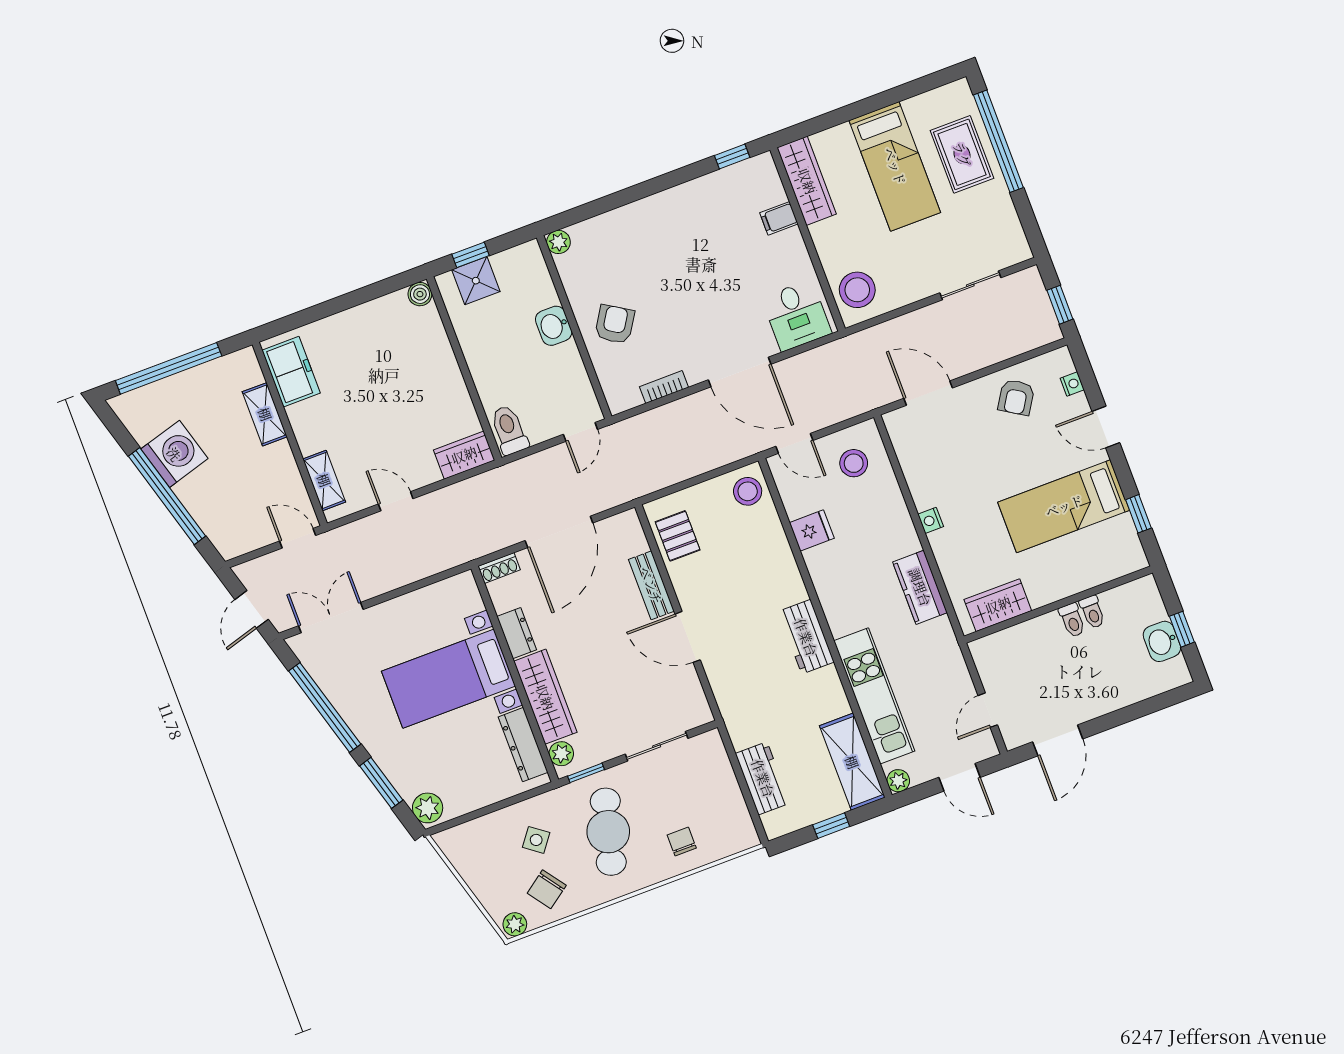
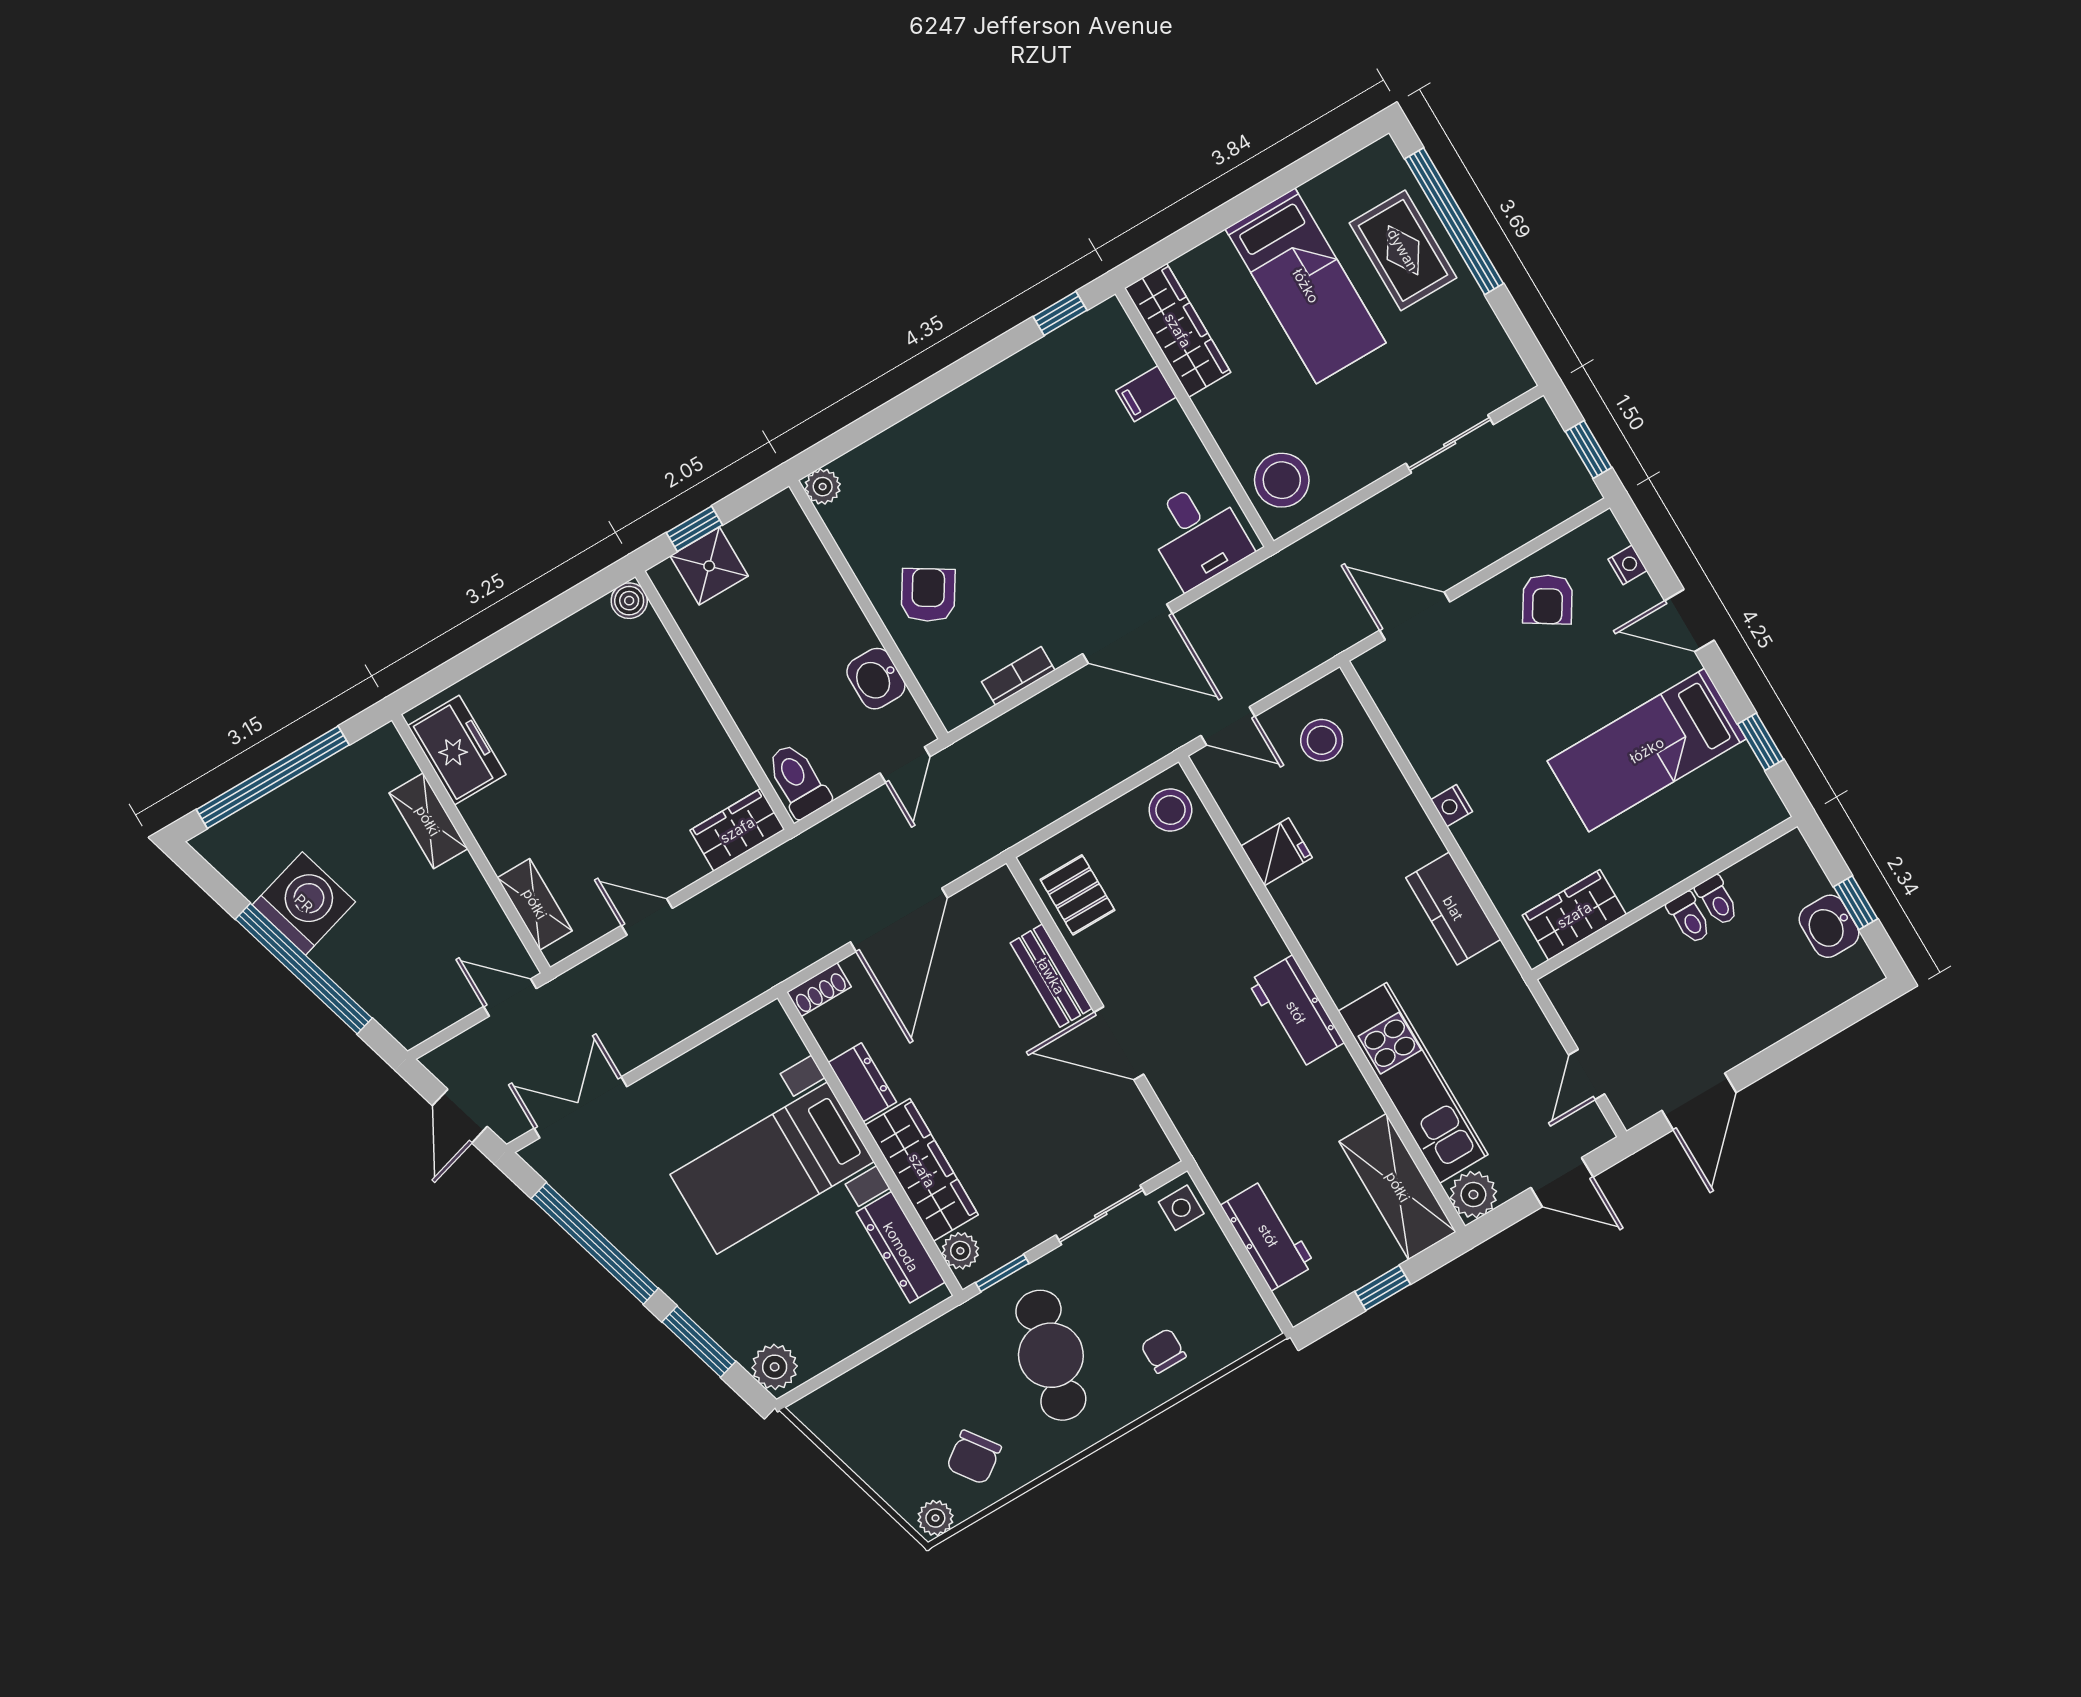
washbasin: (554, 326) -> (876, 679), moved
plant: (898, 781) -> (1473, 1195), width x1.38, depth x1.38
side table: (536, 840) -> (1181, 1208), moved, turned -37

